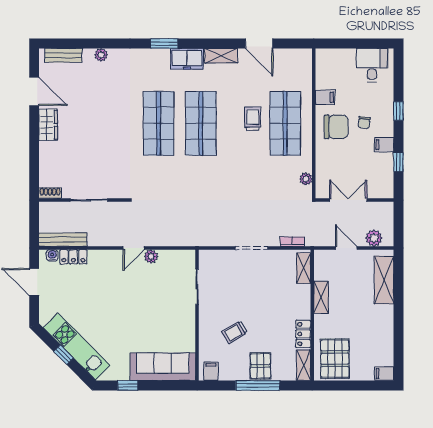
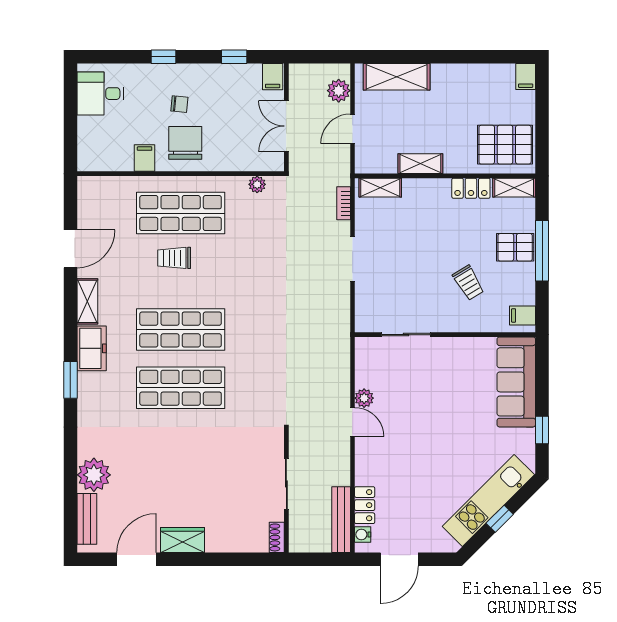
plant: (101, 55) -> (94, 475), width x1.88, depth x1.88
filing cabinet: (384, 145) -> (273, 77), moved

